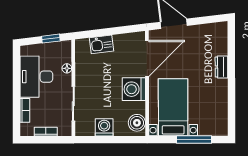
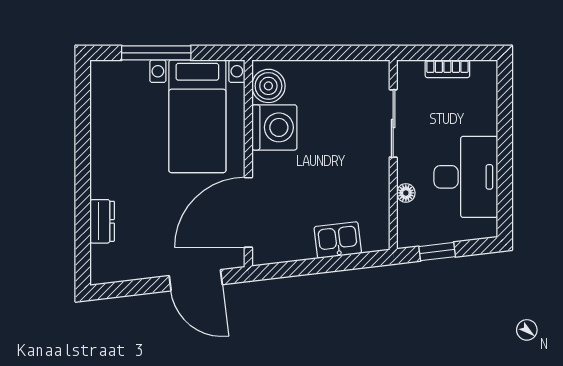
dresser: (221, 67) -> (102, 221), moved
washing machine: (134, 89) -> (274, 127), moved
bookcase: (25, 110) -> (488, 111), removed
washing machine: (104, 127) -> (333, 77), removed

